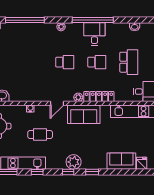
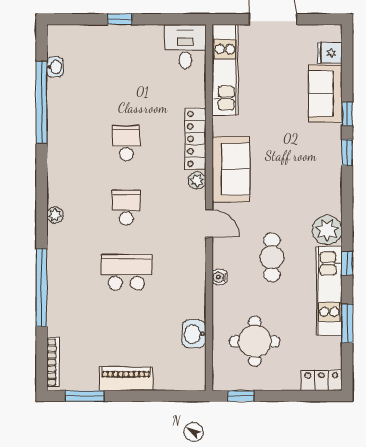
window: (93, 20) -> (42, 102), moved
desk: (94, 34) -> (70, 148), removed
school desk: (129, 62) -> (126, 272), moved
plant: (74, 162) -> (327, 230), moved
window: (68, 172) -> (347, 114), moved

